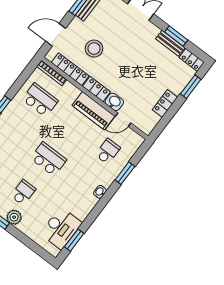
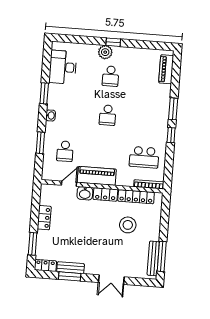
door: (56, 35) -> (165, 216), removed
school desk: (49, 159) -> (108, 115), width x0.54
window: (74, 240) -> (44, 93), moved

